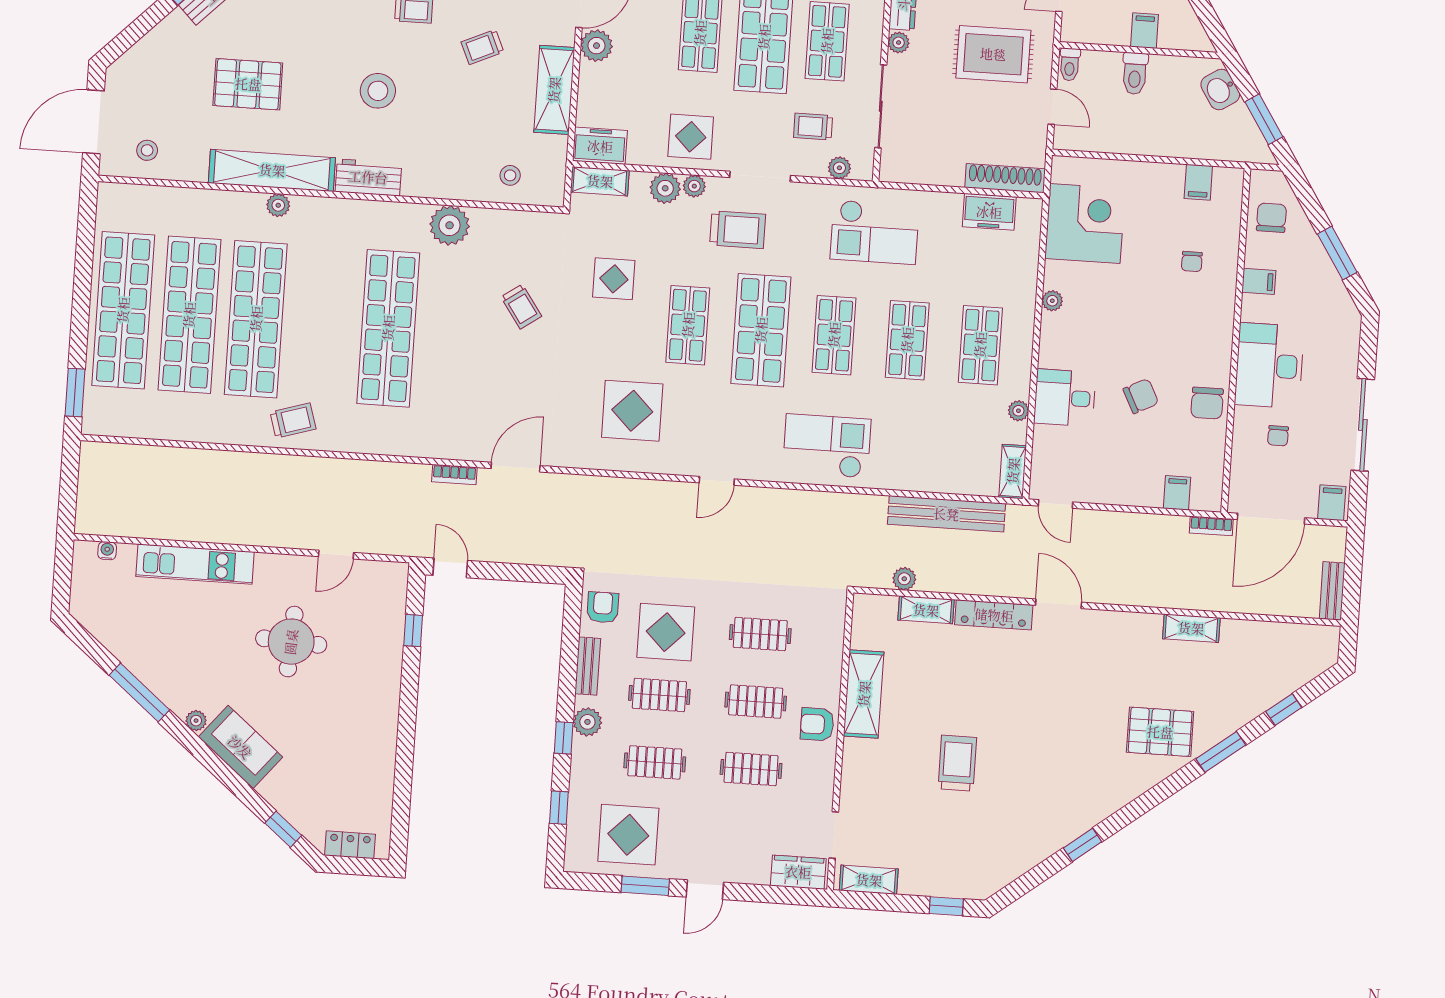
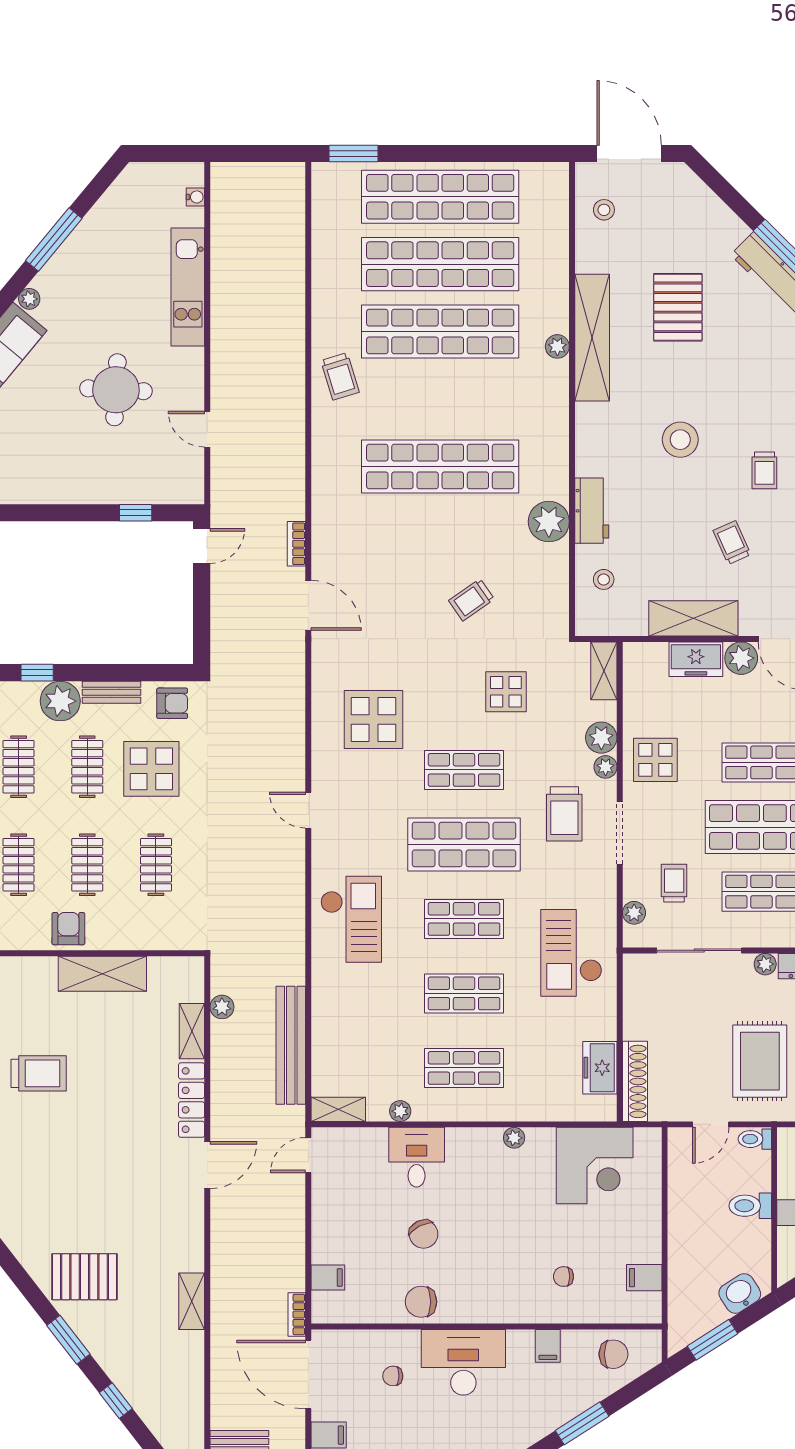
freezer: (600, 146) -> (696, 659), moved, turned 90
workbench: (368, 177) -> (592, 511), moved
plant: (587, 722) -> (60, 701), width x1.36, depth x1.36
pallet: (1160, 732) -> (84, 1277), turned 90

